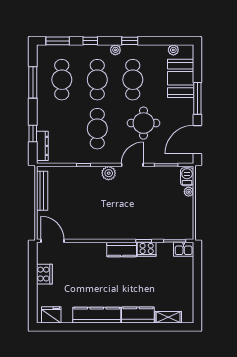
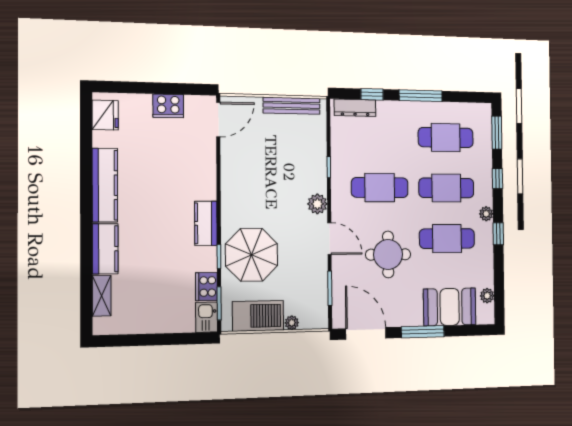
window: (33, 82) -> (421, 96), moved
barbecue: (187, 177) -> (258, 316), moved, width x1.88, depth x1.53
parasol: (143, 219) -> (252, 255), added
cooker: (147, 249) -> (206, 287), moved

